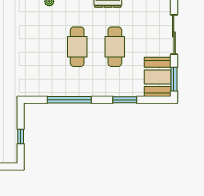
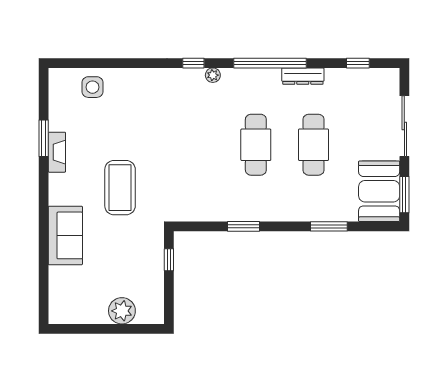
window: (69, 100) -> (244, 226), width x0.47
window: (21, 136) -> (169, 260), moved

